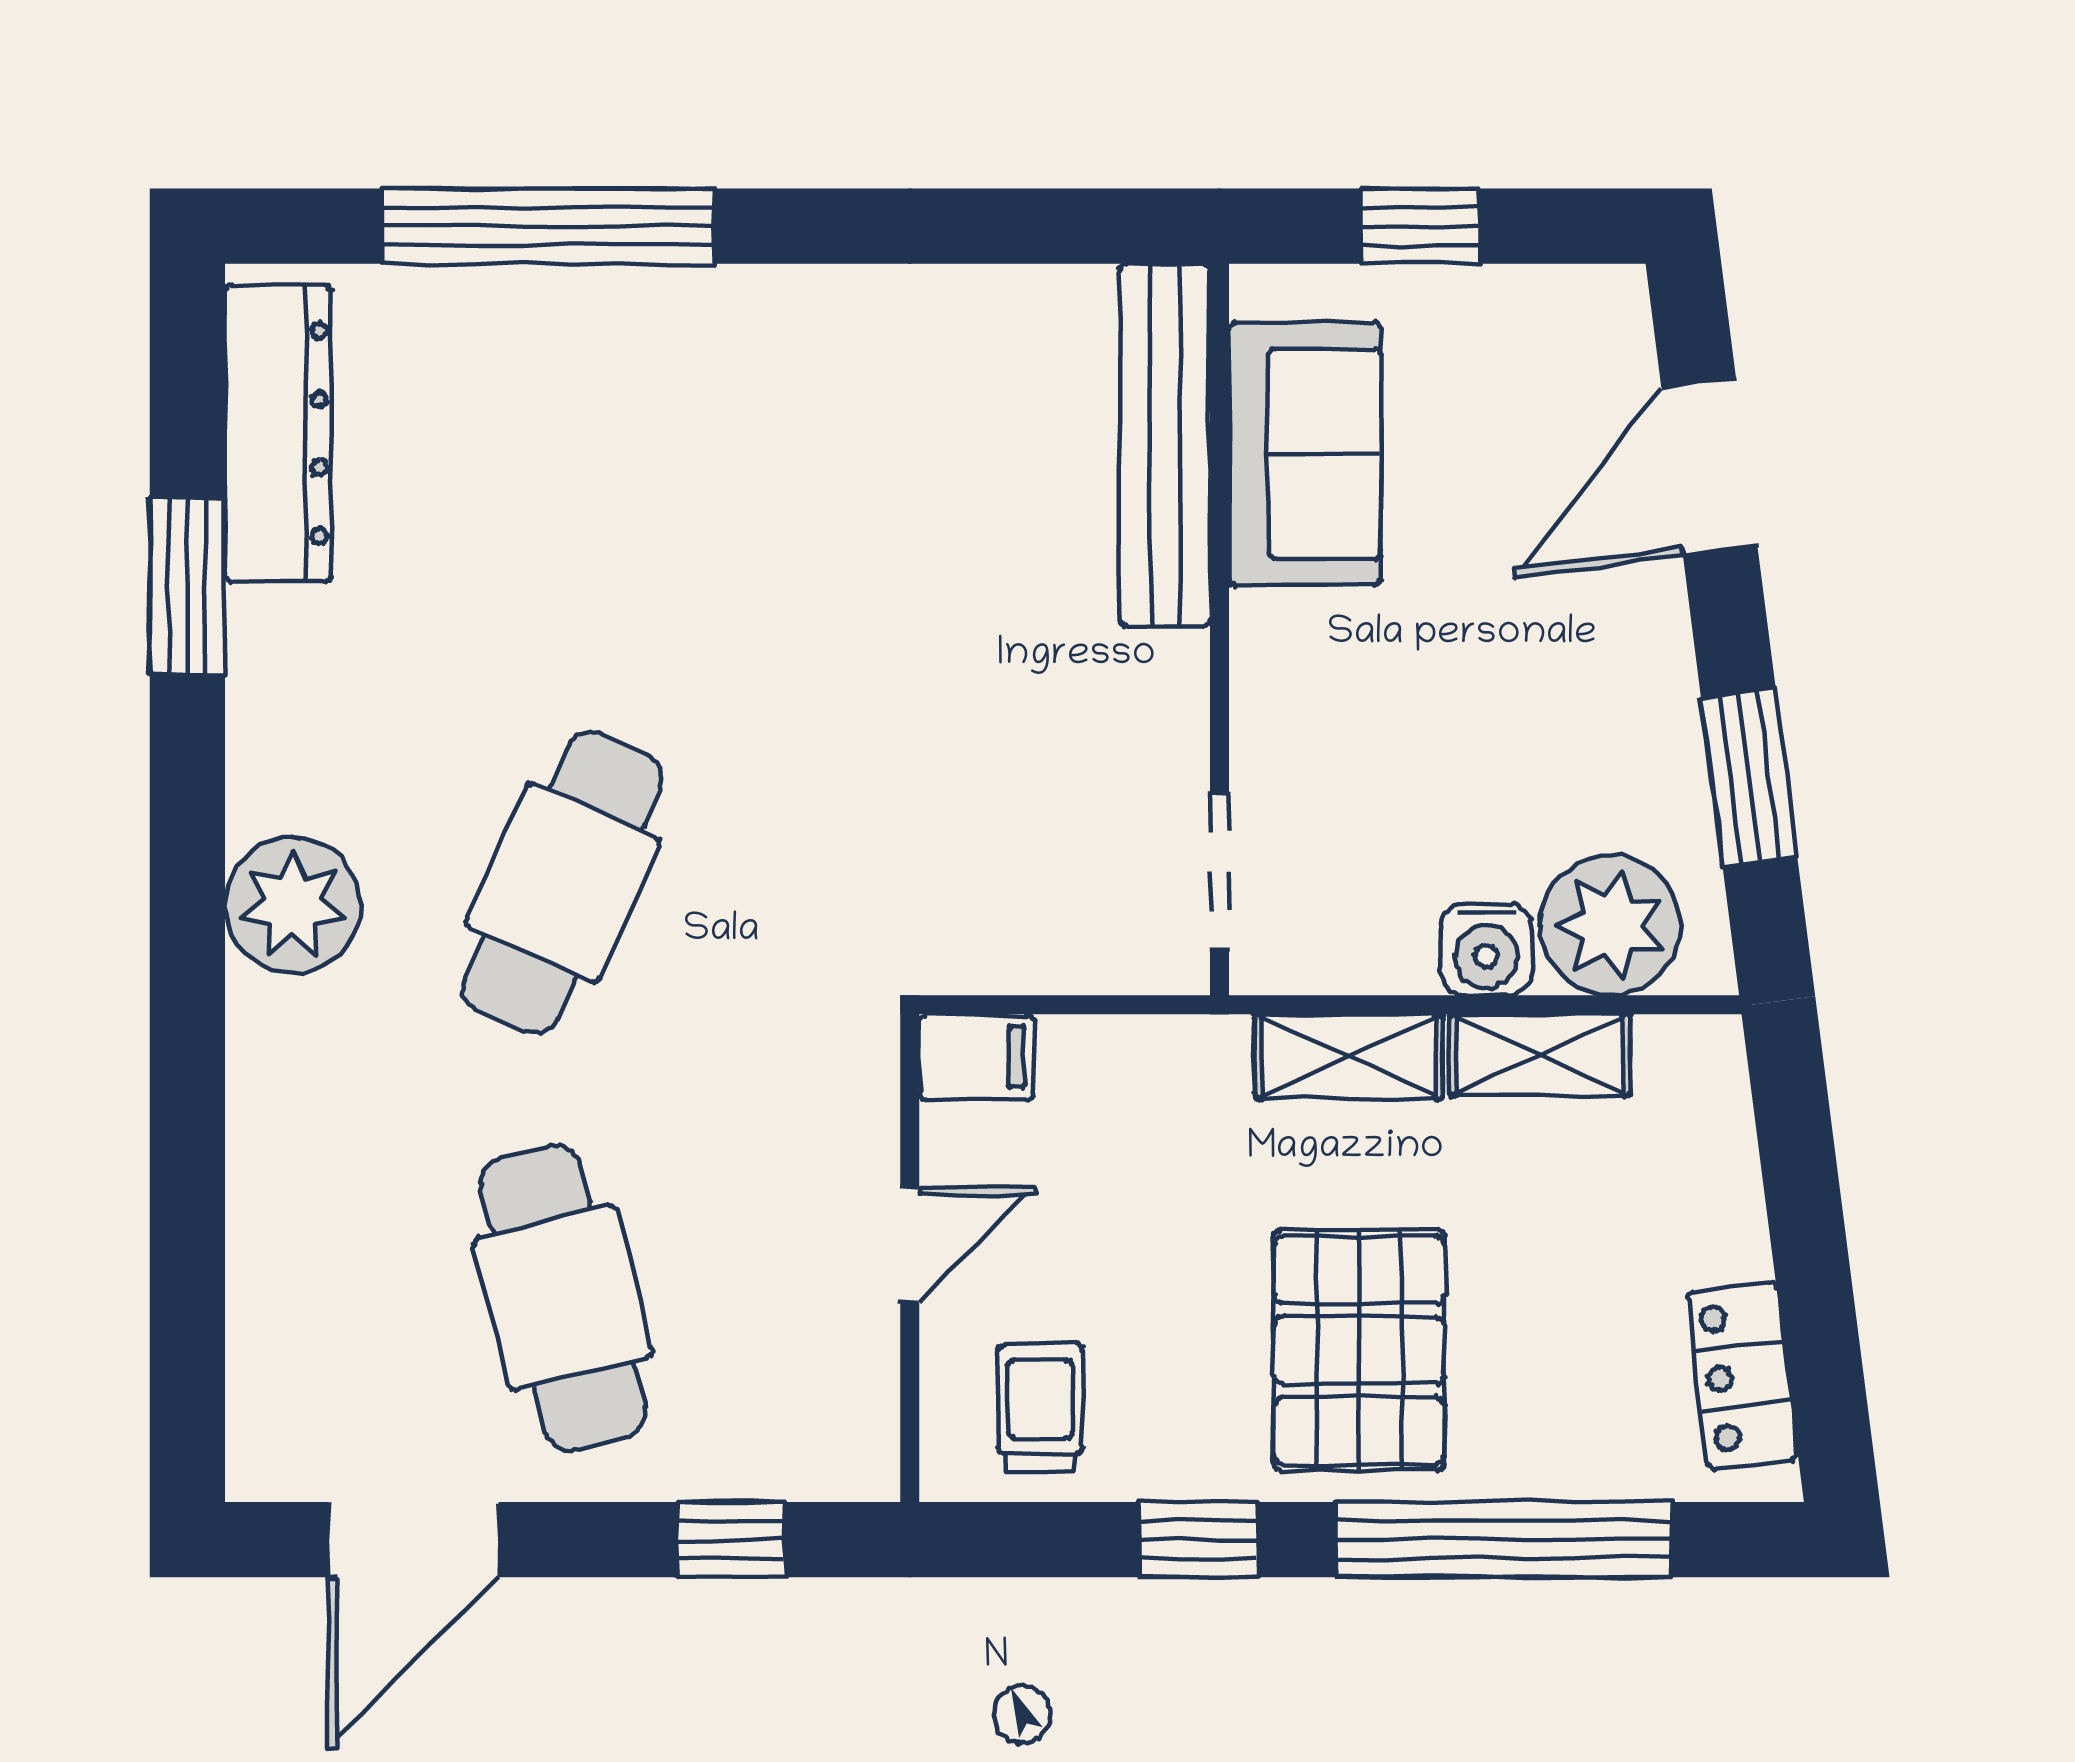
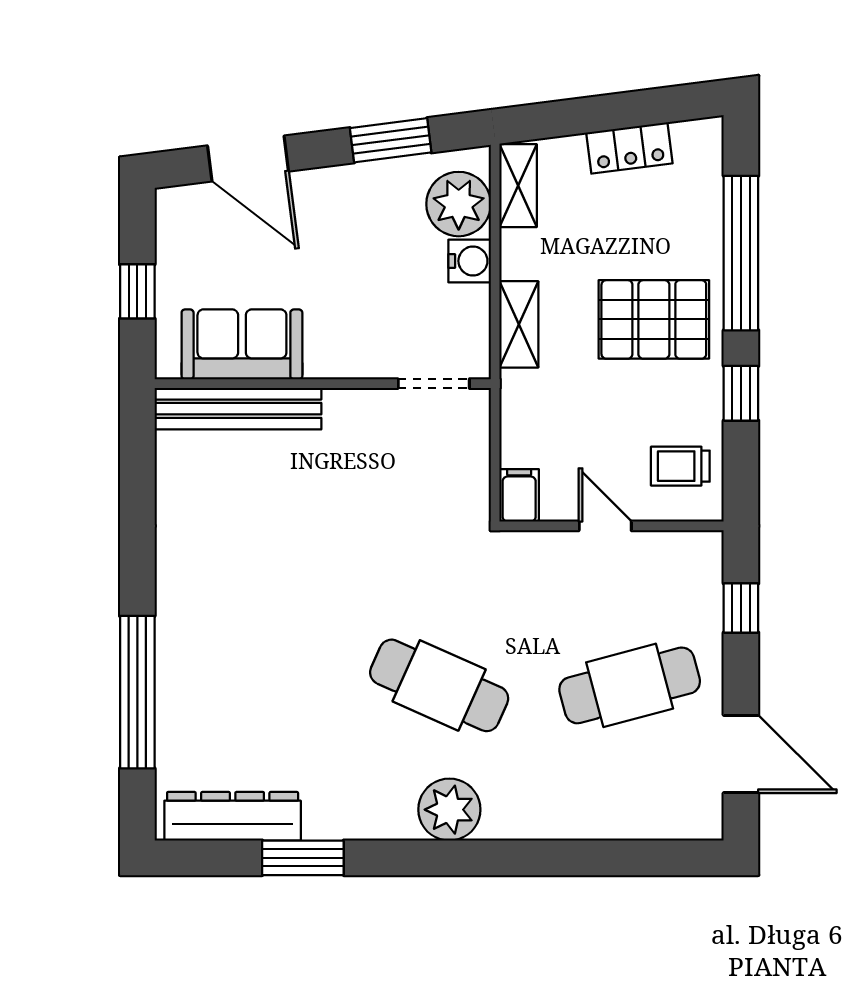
shelving: (1540, 1055) -> (518, 186), moved
locker: (1742, 1376) -> (629, 148), moved

